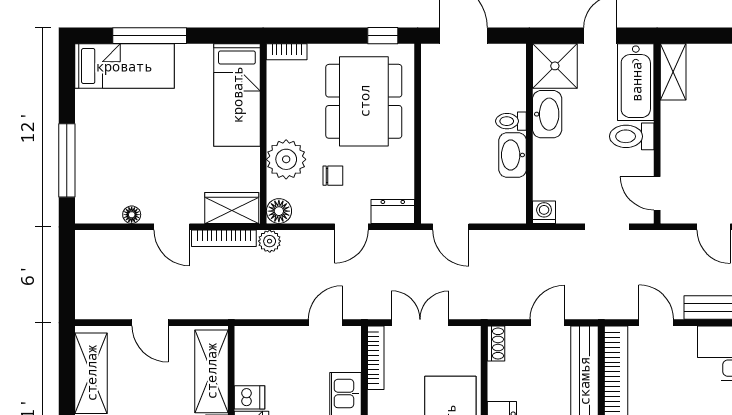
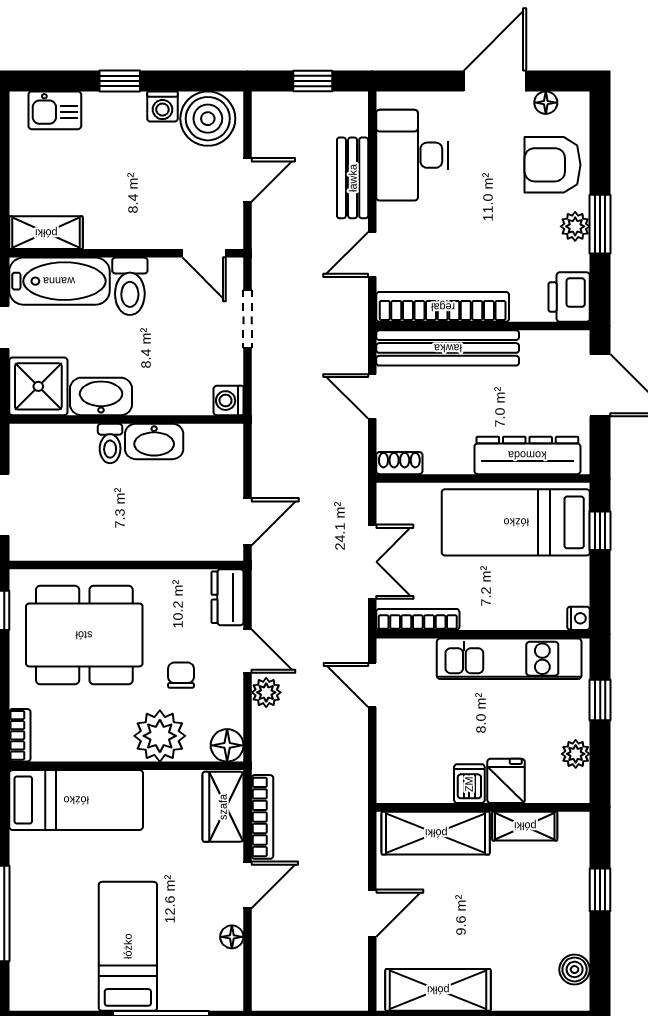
bed: (124, 66) -> (128, 946), moved
door: (657, 193) -> (204, 253), hinge flipped
plant: (270, 241) -> (266, 692), moved
double door: (420, 323) -> (372, 562), swing flipped

